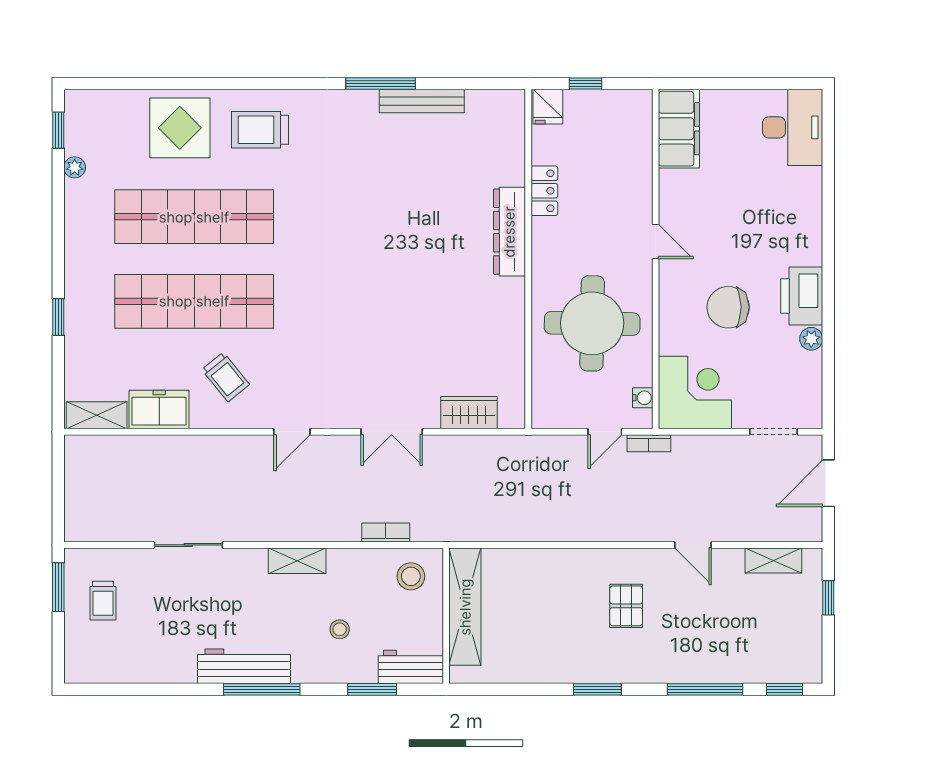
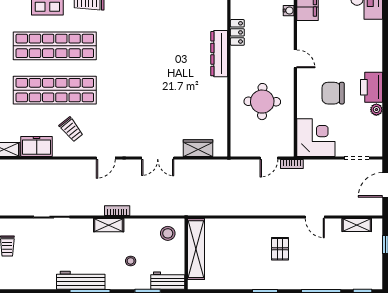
round table: (592, 323) -> (262, 102), width x0.73, depth x0.73
water cooler: (643, 398) -> (289, 11), moved
bookcase: (386, 533) -> (117, 211), moved

